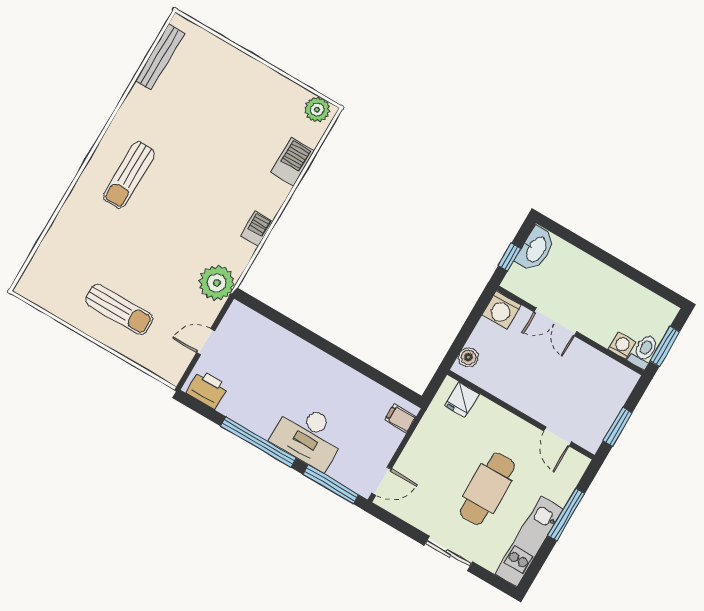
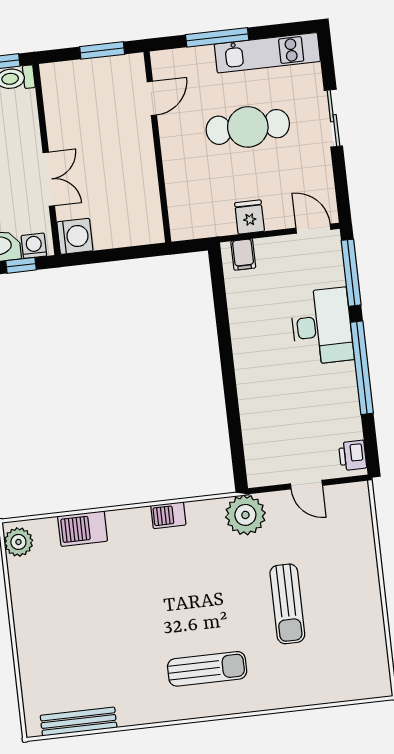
sun lounger: (119, 309) -> (287, 604), moved, turned 180
washing machine: (622, 346) -> (34, 246), moved, turned 90
boiler: (468, 357) -> (141, 234), removed
printer: (207, 389) -> (353, 455), width x0.73, depth x0.81
fridge: (462, 400) -> (249, 217), moved, turned -90

